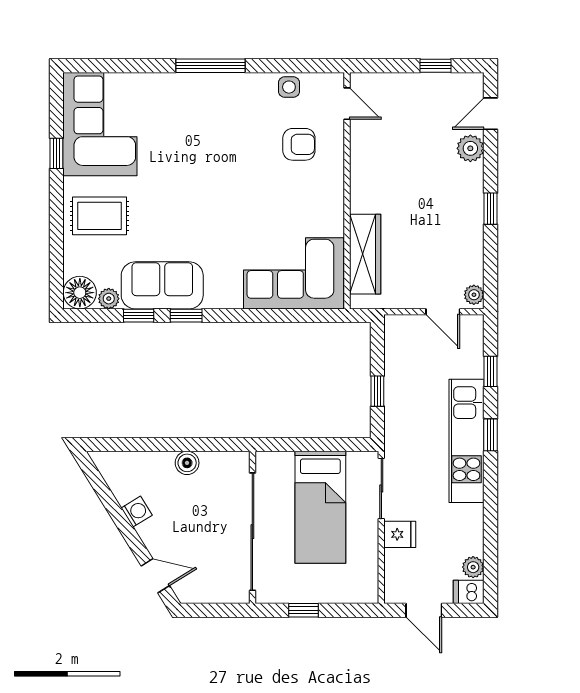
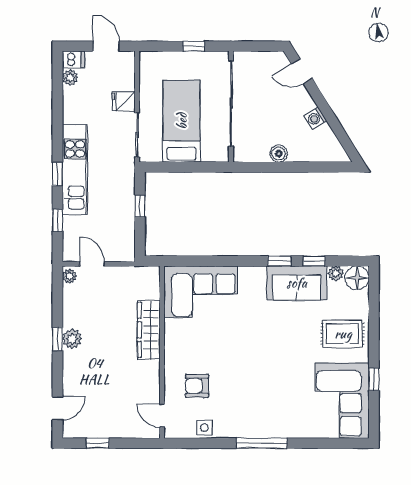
plant: (470, 148) -> (72, 339), moved
wardrobe: (365, 254) -> (149, 330), moved

